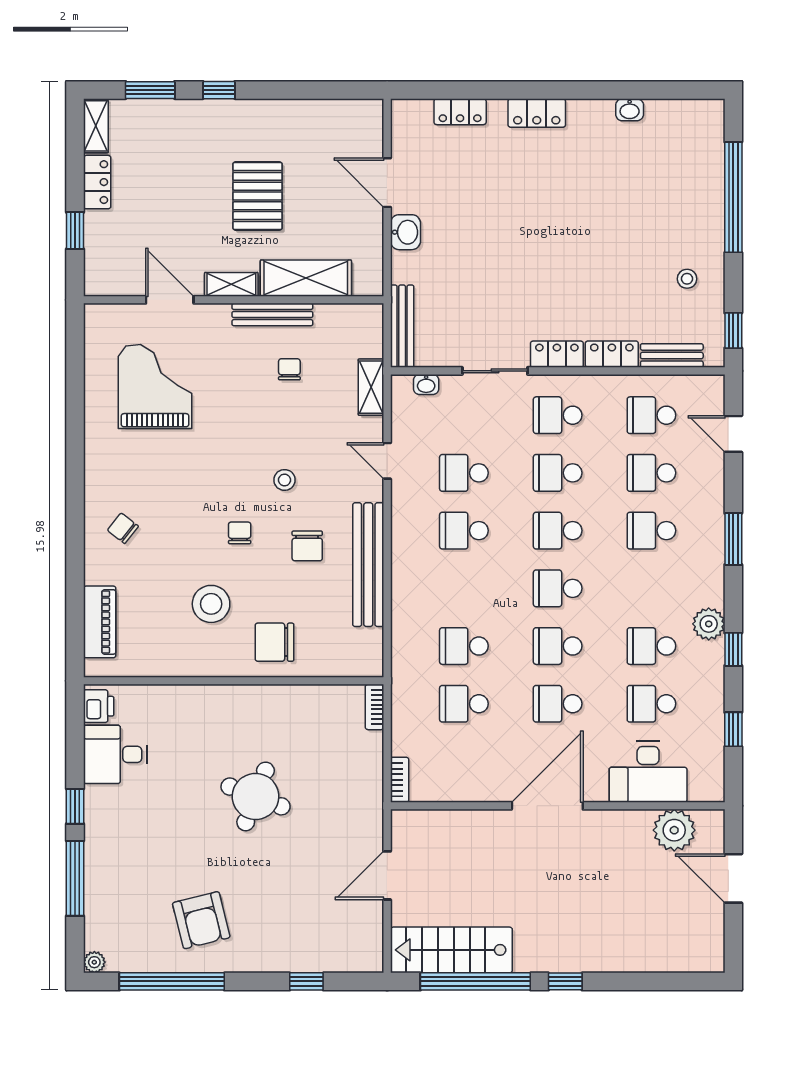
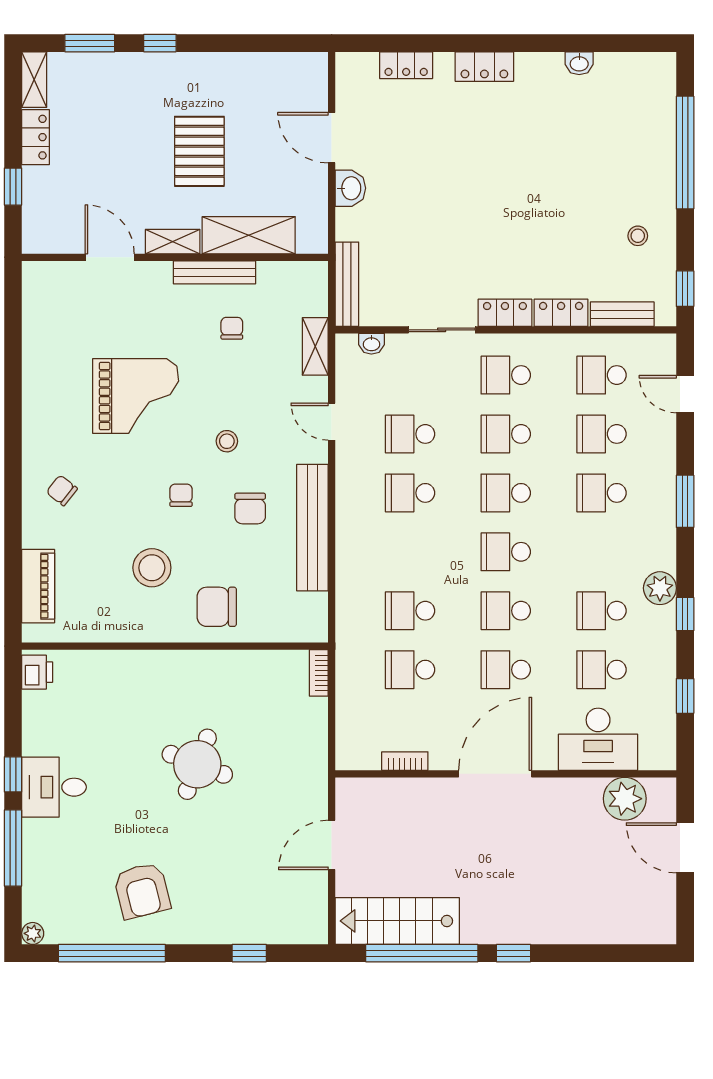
grand piano: (155, 386) -> (136, 396), moved, turned 90
desk: (115, 754) -> (54, 787), moved
bookcase: (400, 780) -> (405, 761), moved, turned -90

